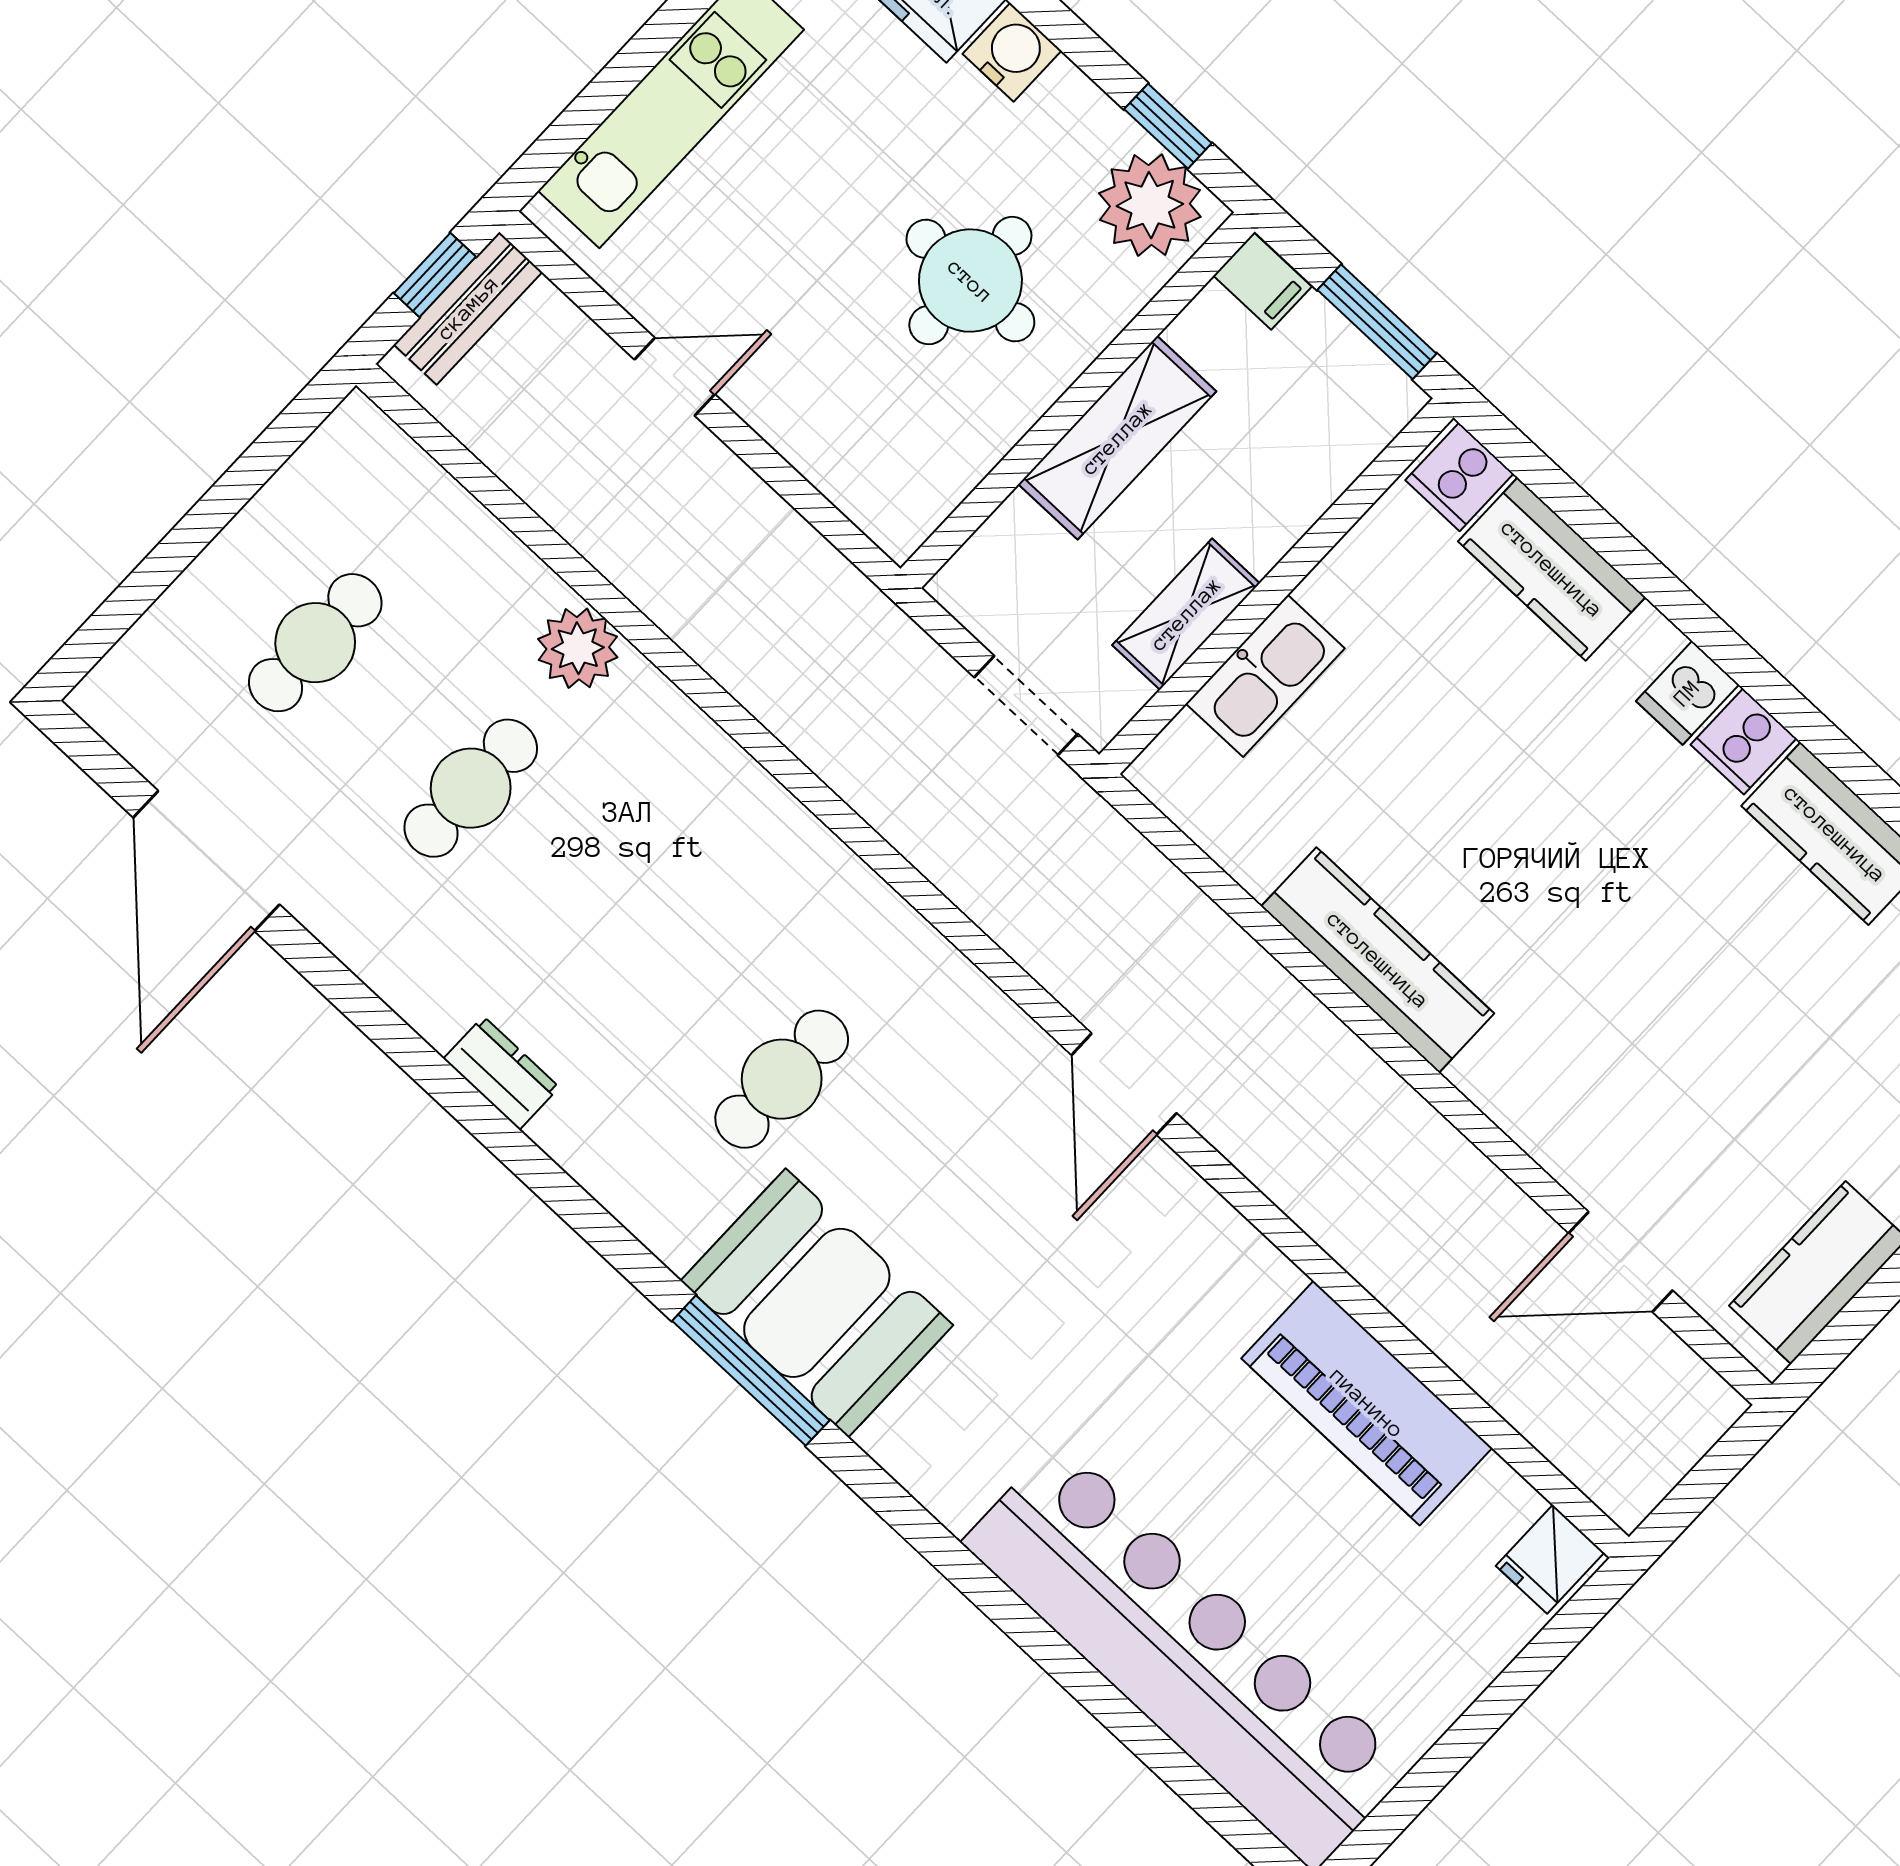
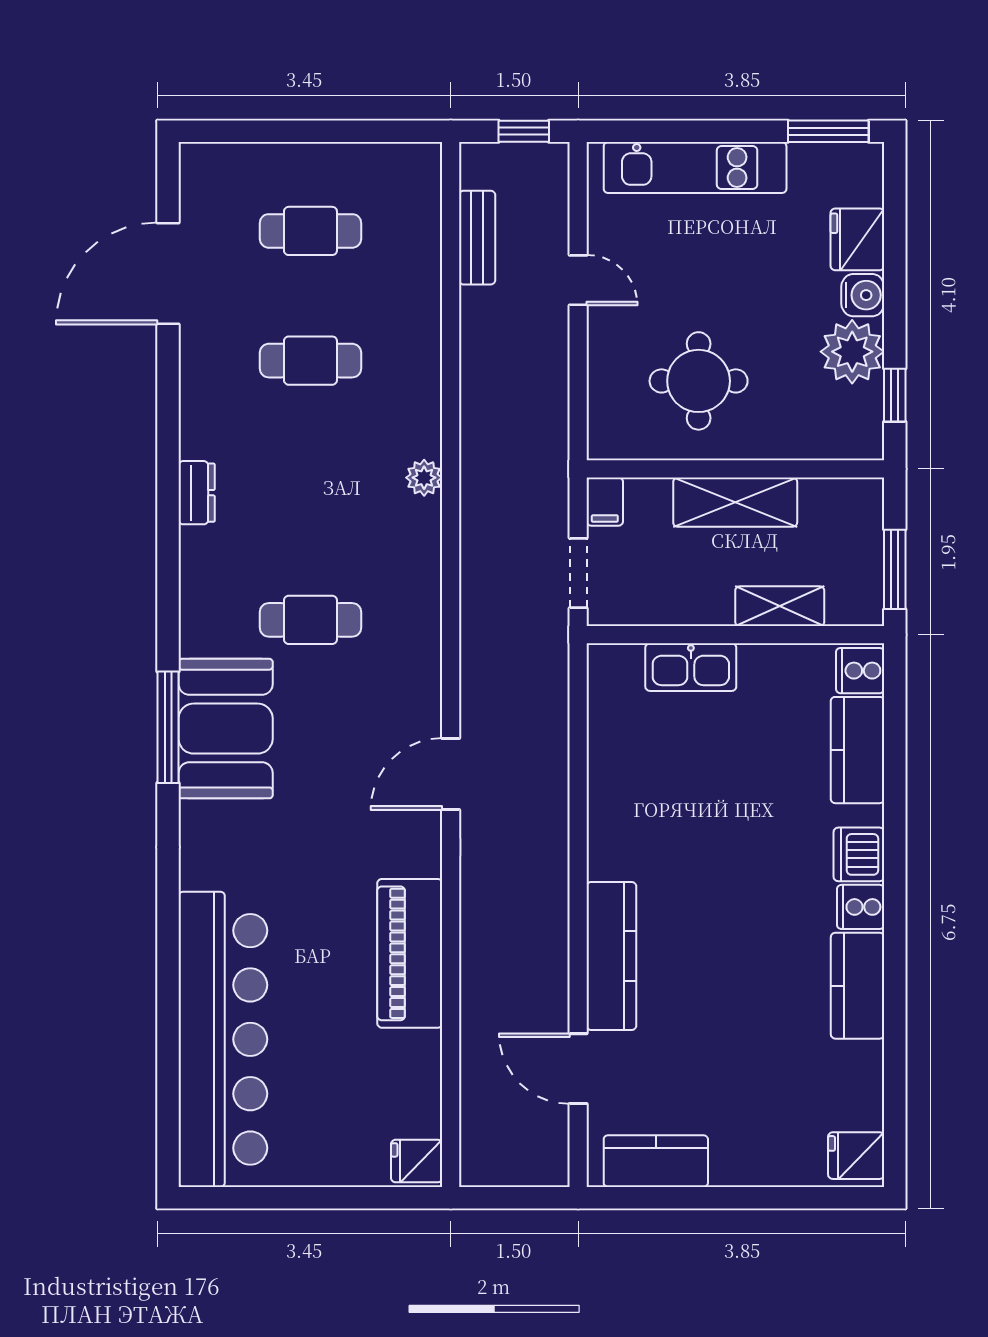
plant: (1150, 205) -> (852, 352), moved
round table: (970, 281) -> (699, 381), moved
filing cabinet: (1263, 281) -> (605, 502), moved
bench: (468, 308) -> (477, 238), moved, turned 90
shelving: (1186, 614) -> (780, 606), moved
plant: (578, 648) -> (424, 478), moved, width x0.73, depth x0.73
dishwasher: (1687, 693) -> (859, 854), width x1.38
kitchen counter: (1378, 960) -> (611, 956), moved
piano: (1367, 1403) -> (410, 953), moved

